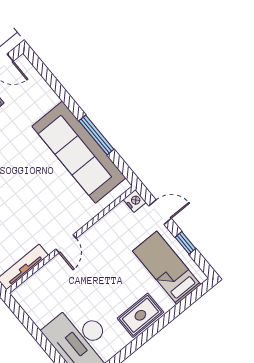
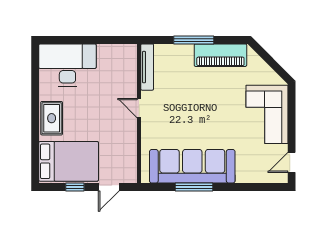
nightstand: (135, 201) -> (130, 176), removed
bed: (167, 268) -> (69, 161), width x1.50

